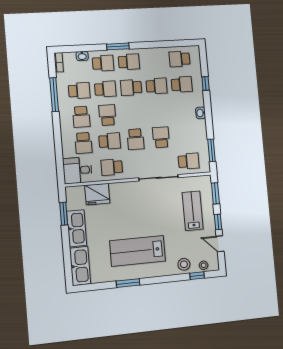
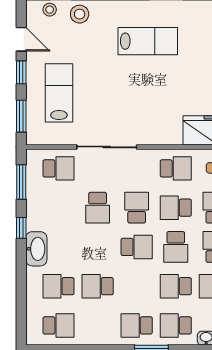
window: (206, 83) -> (21, 228), moved
school desk: (131, 87) -> (137, 247), moved
washbasin: (201, 113) -> (36, 249), width x1.91, depth x1.45
school desk: (189, 161) -> (58, 168), turned 180
lab bench: (193, 211) -> (59, 93), turned 180
lab bench: (138, 251) -> (148, 41), width x0.73, depth x0.72

